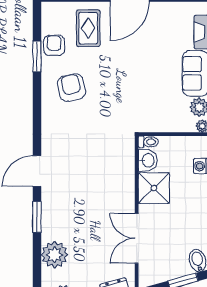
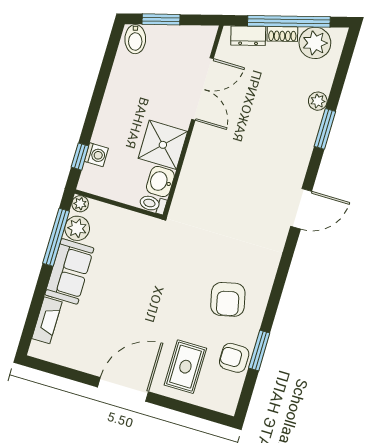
armchair: (54, 45) -> (234, 358), turned 90
window: (37, 217) -> (325, 129), moved
plant: (55, 255) -> (318, 101), width x0.53, depth x0.53

